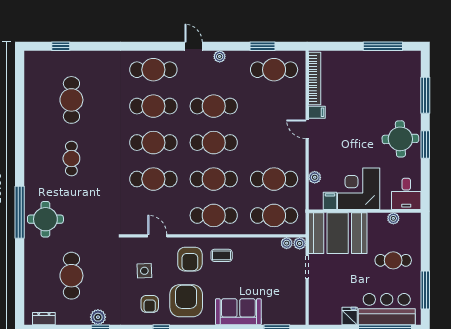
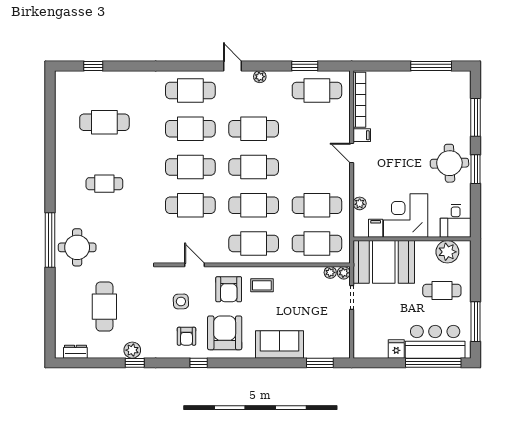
cafe table: (71, 100) -> (104, 122), turned 90
cafe table: (71, 159) -> (104, 184), turned 90
plant: (393, 218) -> (447, 252), width x1.88, depth x1.88

